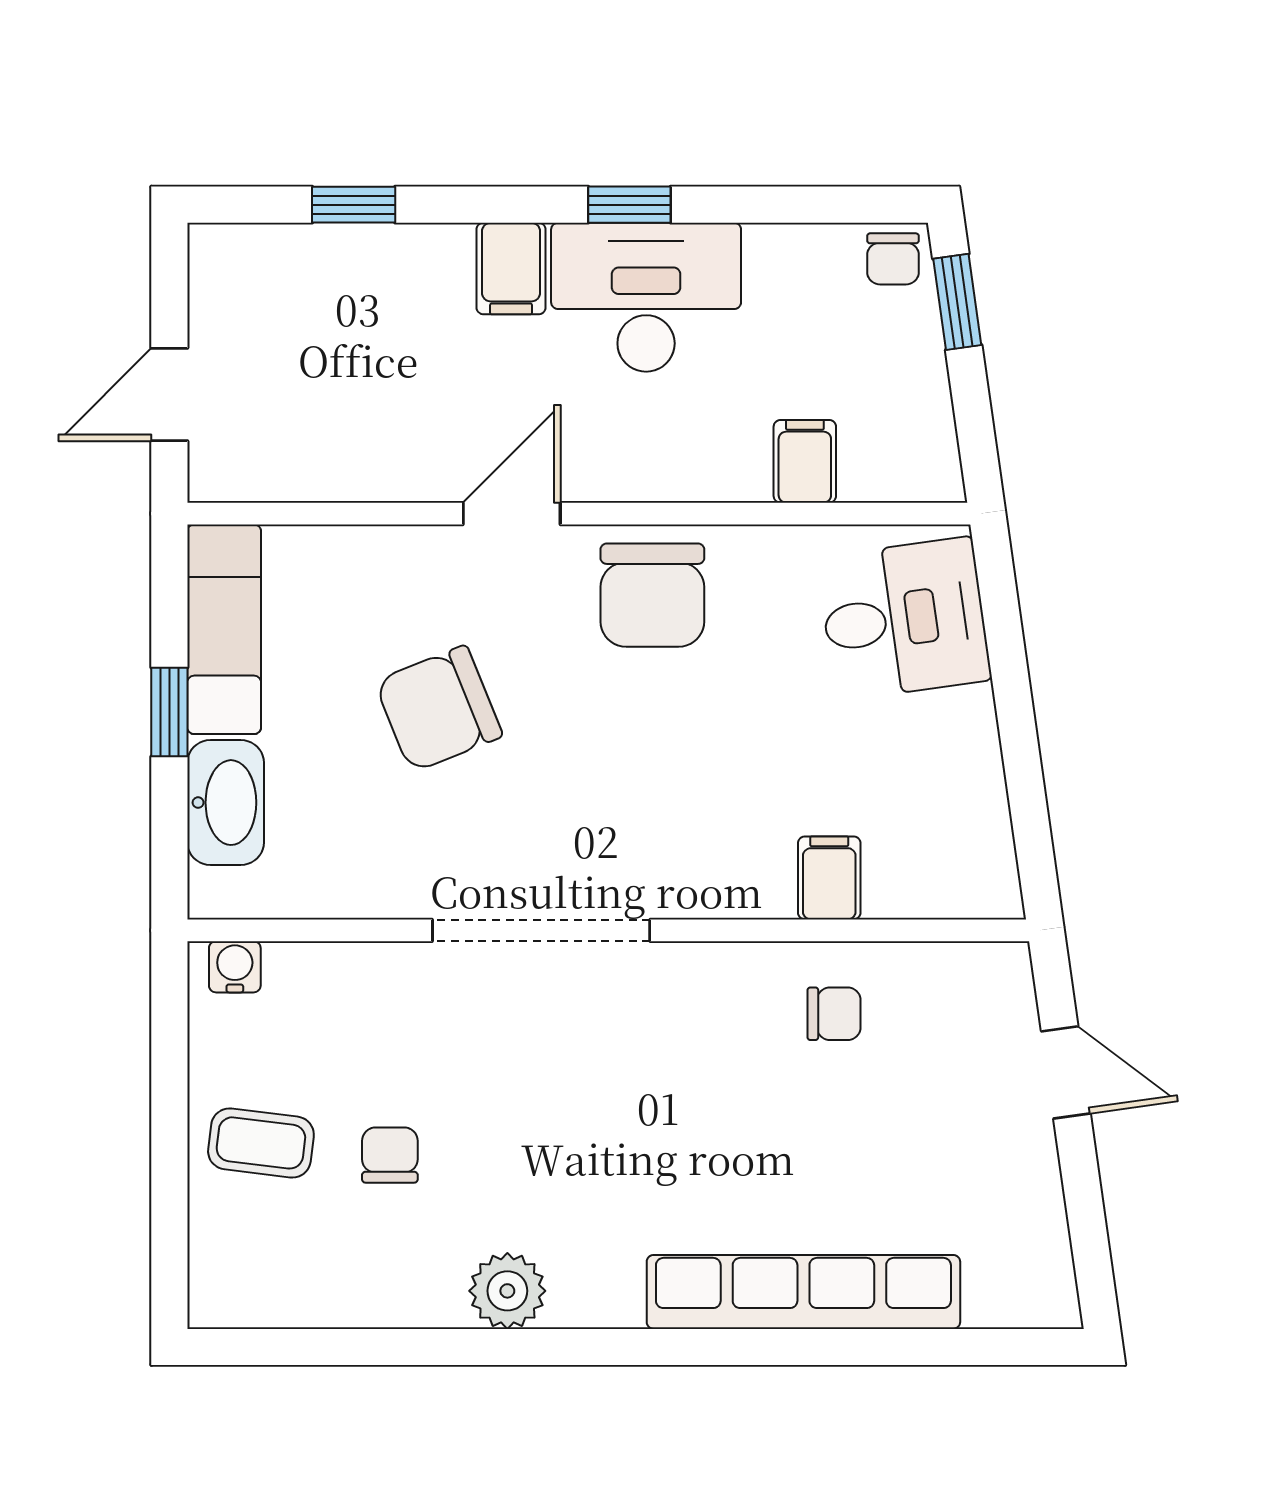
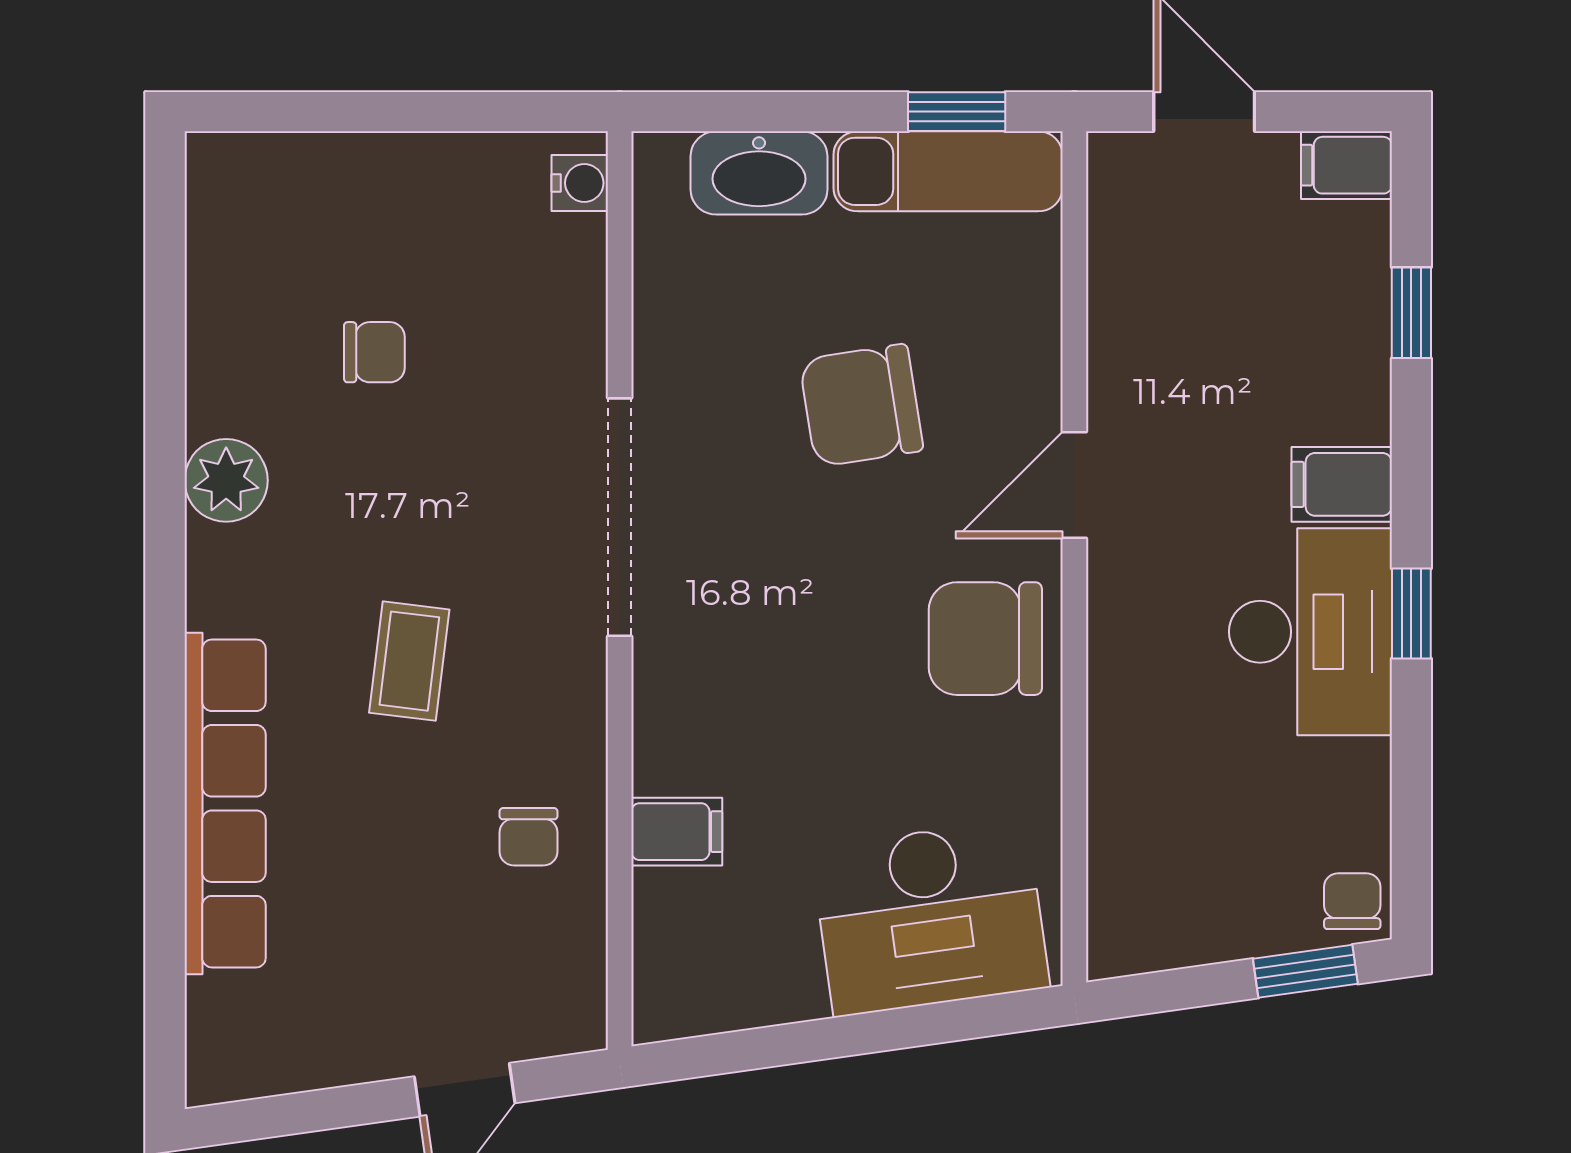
chair: (893, 259) -> (1352, 901), turned 90
filing cabinet: (805, 461) -> (1346, 165), moved, turned 180
door: (512, 514) -> (1074, 485), swing flipped
desk: (904, 619) -> (930, 918), width x1.37
chair: (439, 709) -> (861, 405), turned -77
window: (169, 712) -> (957, 112), moved
coffee table: (261, 1143) -> (409, 661), moved

